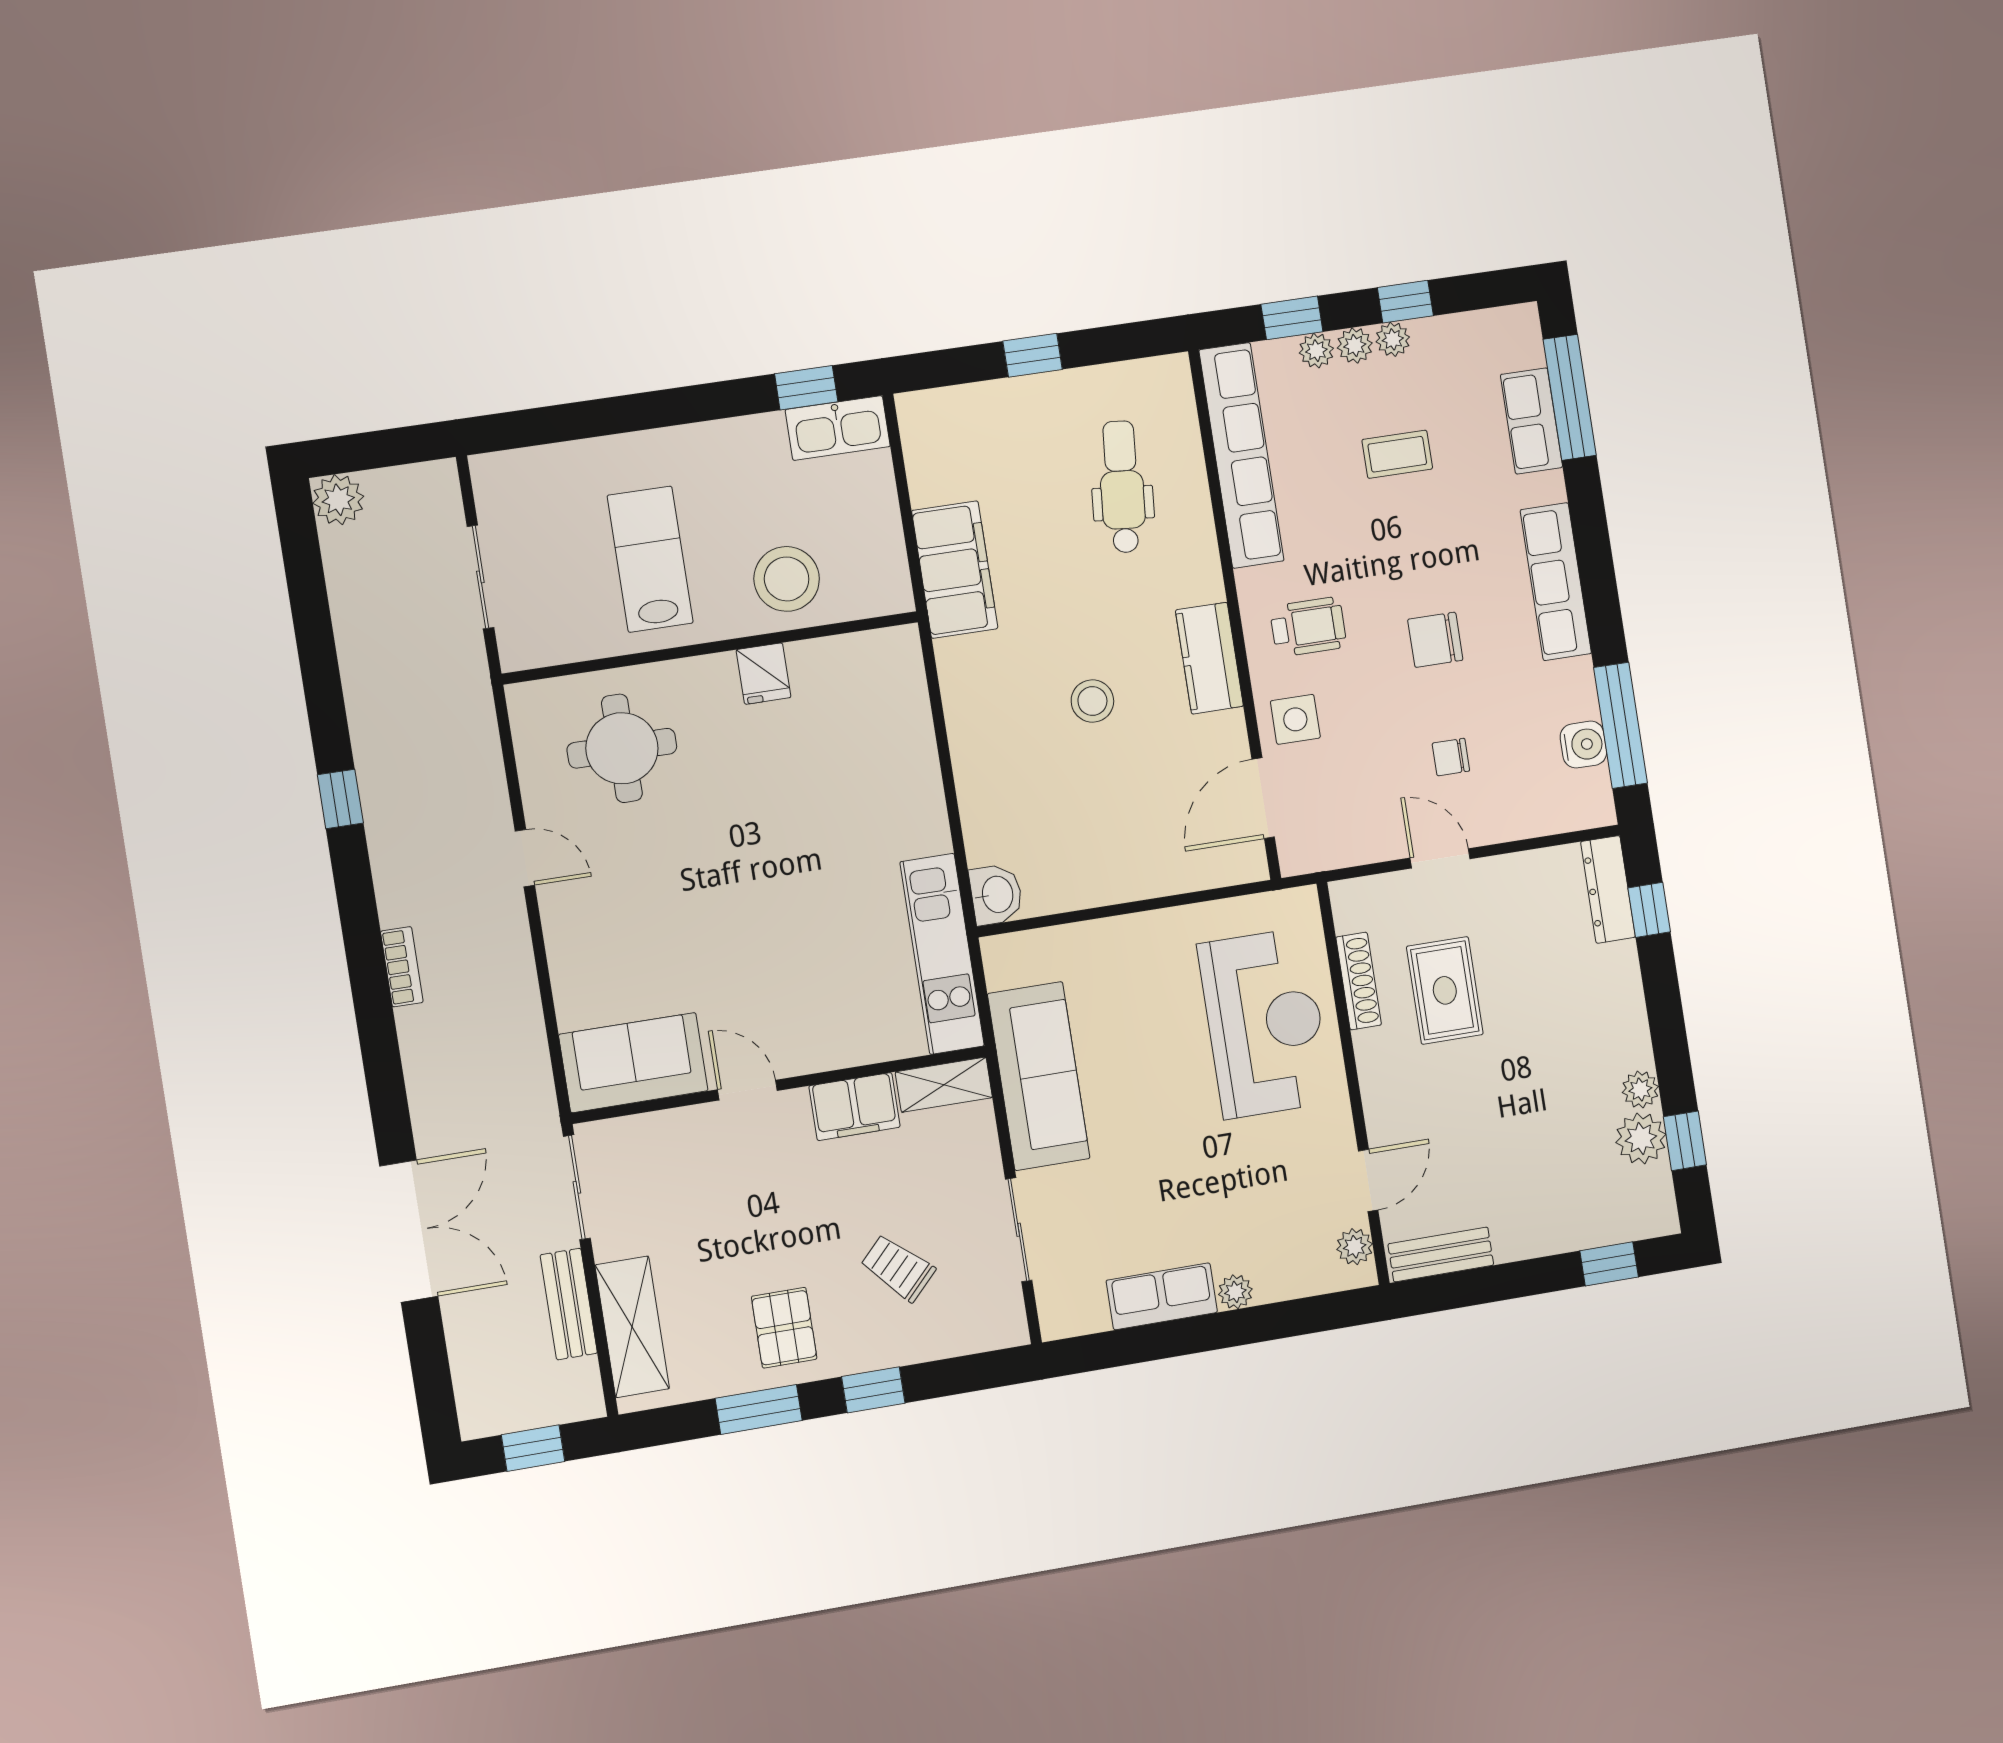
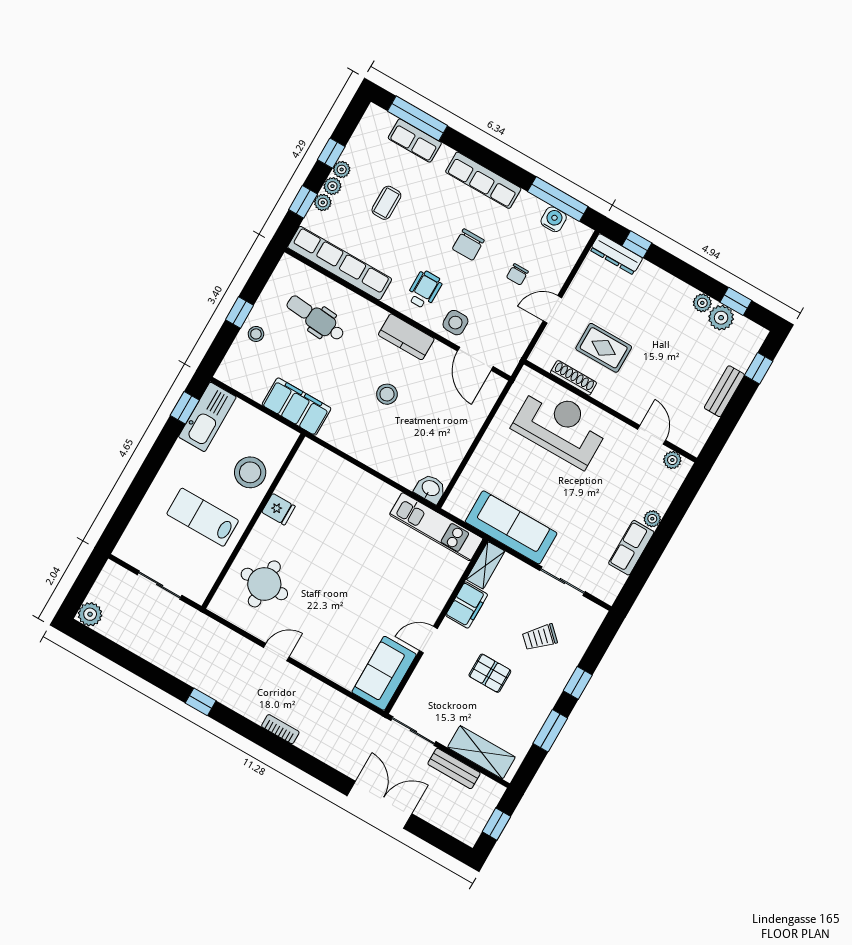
stool: (1019, 410) -> (256, 334), added
kitchen sink: (838, 428) -> (207, 417), width x1.36, depth x1.24
bench: (1441, 1254) -> (724, 391), moved
pallet: (784, 1328) -> (490, 673), moved

